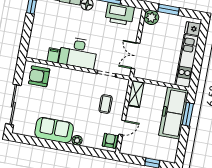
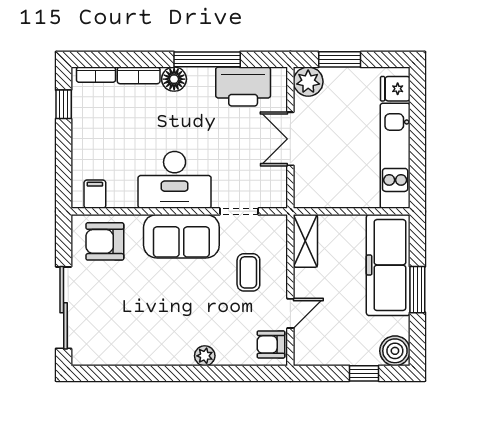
filing cabinet: (53, 55) -> (95, 194), moved
double door: (135, 56) -> (290, 139), moved
window: (188, 114) -> (417, 290), moved
sofa: (54, 130) -> (181, 236), moved, turned 180
armchair: (110, 141) -> (271, 344), turned -90
boiler: (169, 155) -> (395, 351), added

